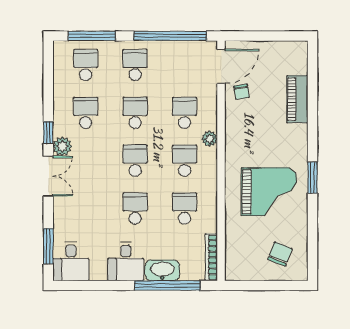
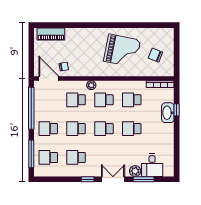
piano: (297, 99) -> (51, 34), moved
plant: (62, 146) -> (135, 171), moved
window: (313, 178) -> (114, 25), removed
grand piano: (269, 192) -> (122, 51), turned 101
window: (48, 246) -> (144, 179), moved
chair: (280, 254) -> (155, 55), moved
desk: (71, 261) -> (152, 165), moved, turned 90
desk: (126, 261) -> (163, 134), removed
window: (167, 286) -> (177, 110), width x0.32

